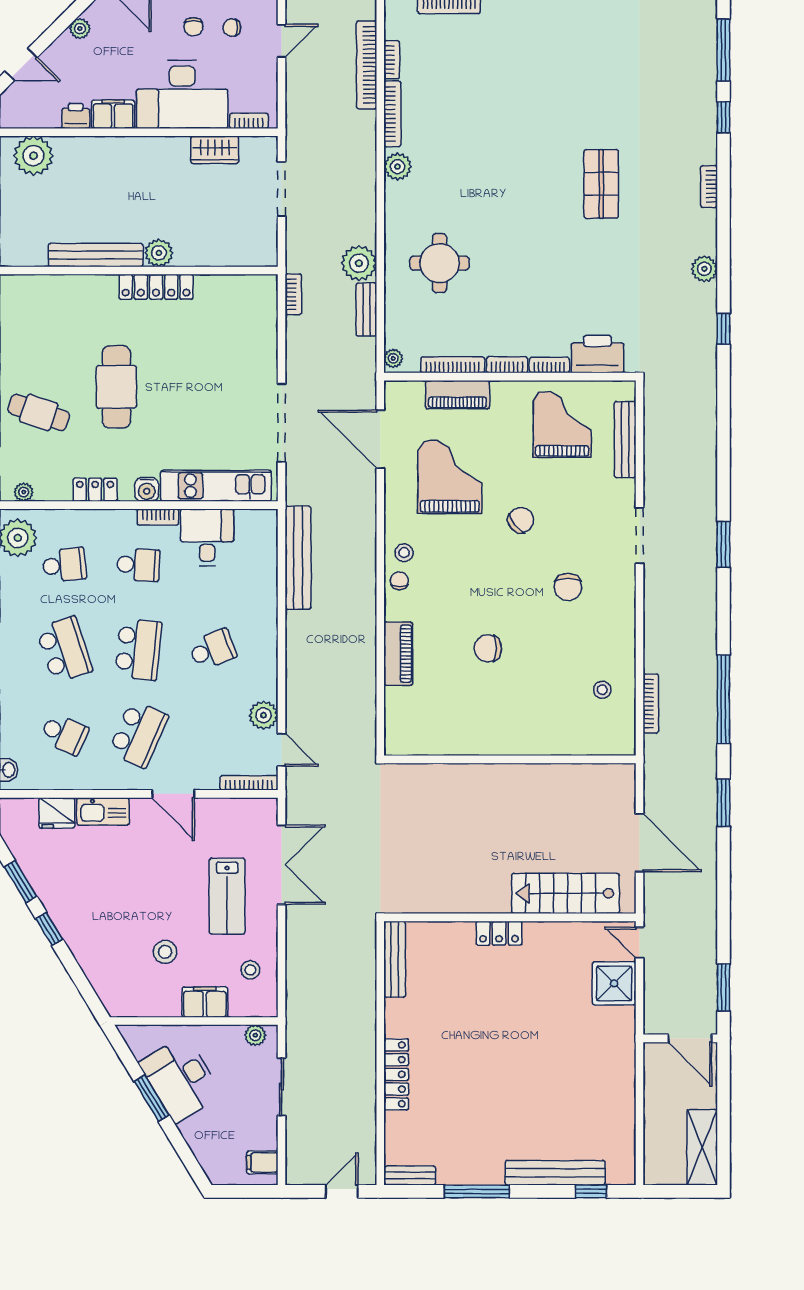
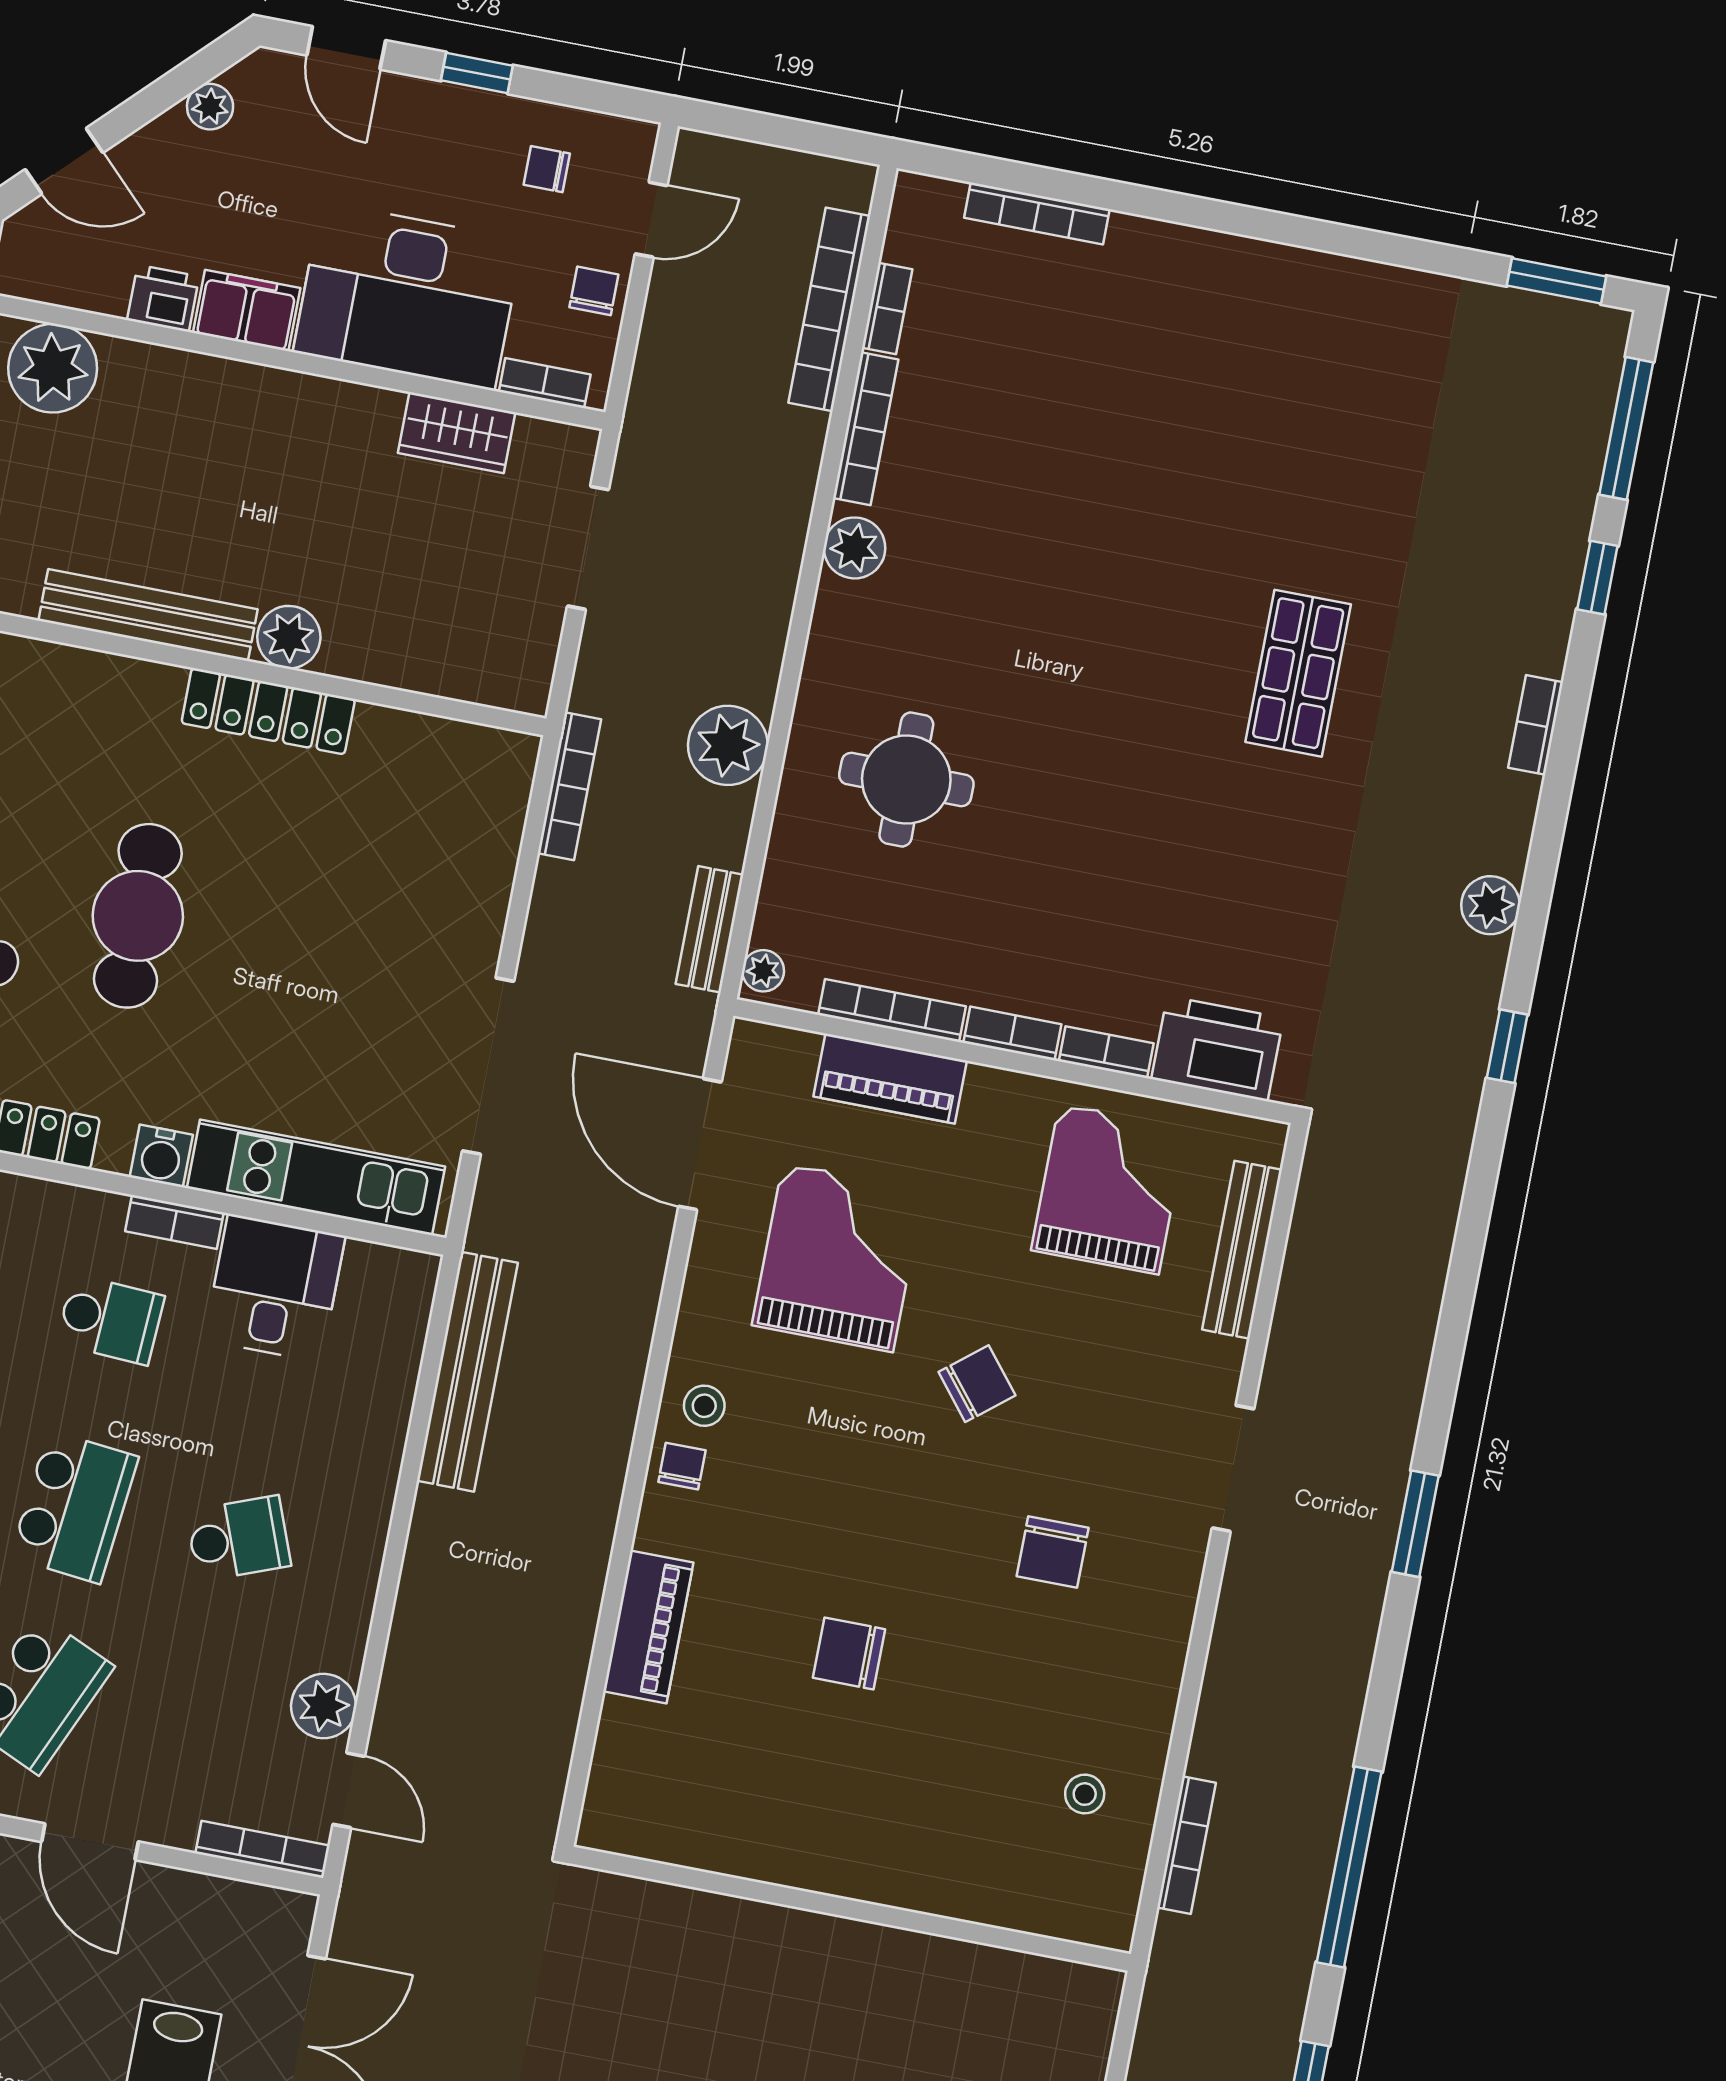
chair: (193, 27) -> (594, 291), moved, turned 180
bookcase: (293, 294) -> (569, 786), width x1.56
bench: (366, 309) -> (709, 929), moved

